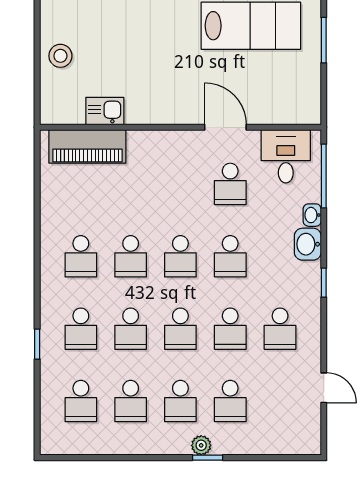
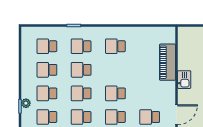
kitchen sink: (105, 111) -> (184, 80), moved
piano: (87, 146) -> (167, 62), moved
school desk: (131, 256) -> (115, 70), removed

